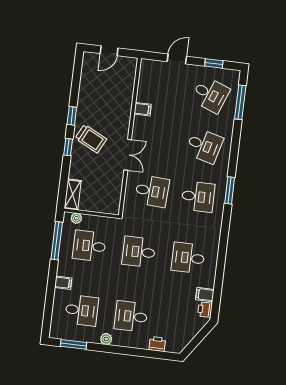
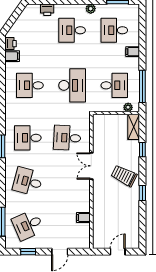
desk: (210, 95) -> (28, 225), turned -45
filing cabinet: (143, 109) -> (83, 217), moved
window: (68, 147) -> (142, 150), moved
desk: (139, 252) -> (72, 85), width x1.37
desk: (188, 258) -> (30, 85), turned 180
desk: (131, 316) -> (72, 30), turned 180

